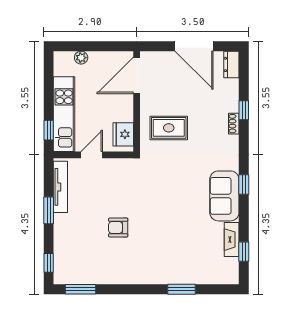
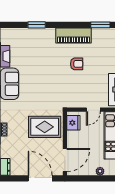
door: (194, 46) -> (40, 178), moved
rug: (169, 128) -> (45, 127), width x1.36, depth x1.43
piano: (123, 272) -> (73, 36), added

